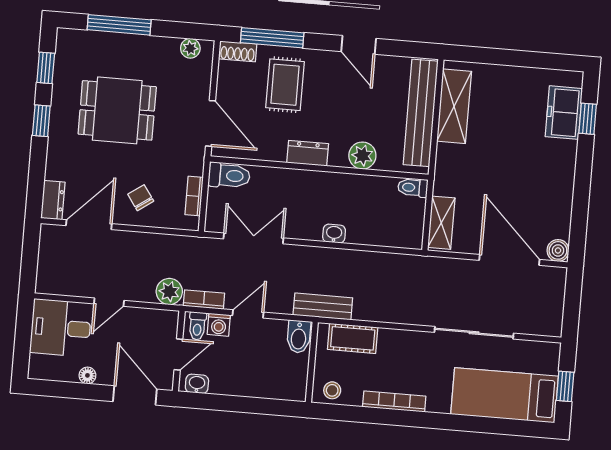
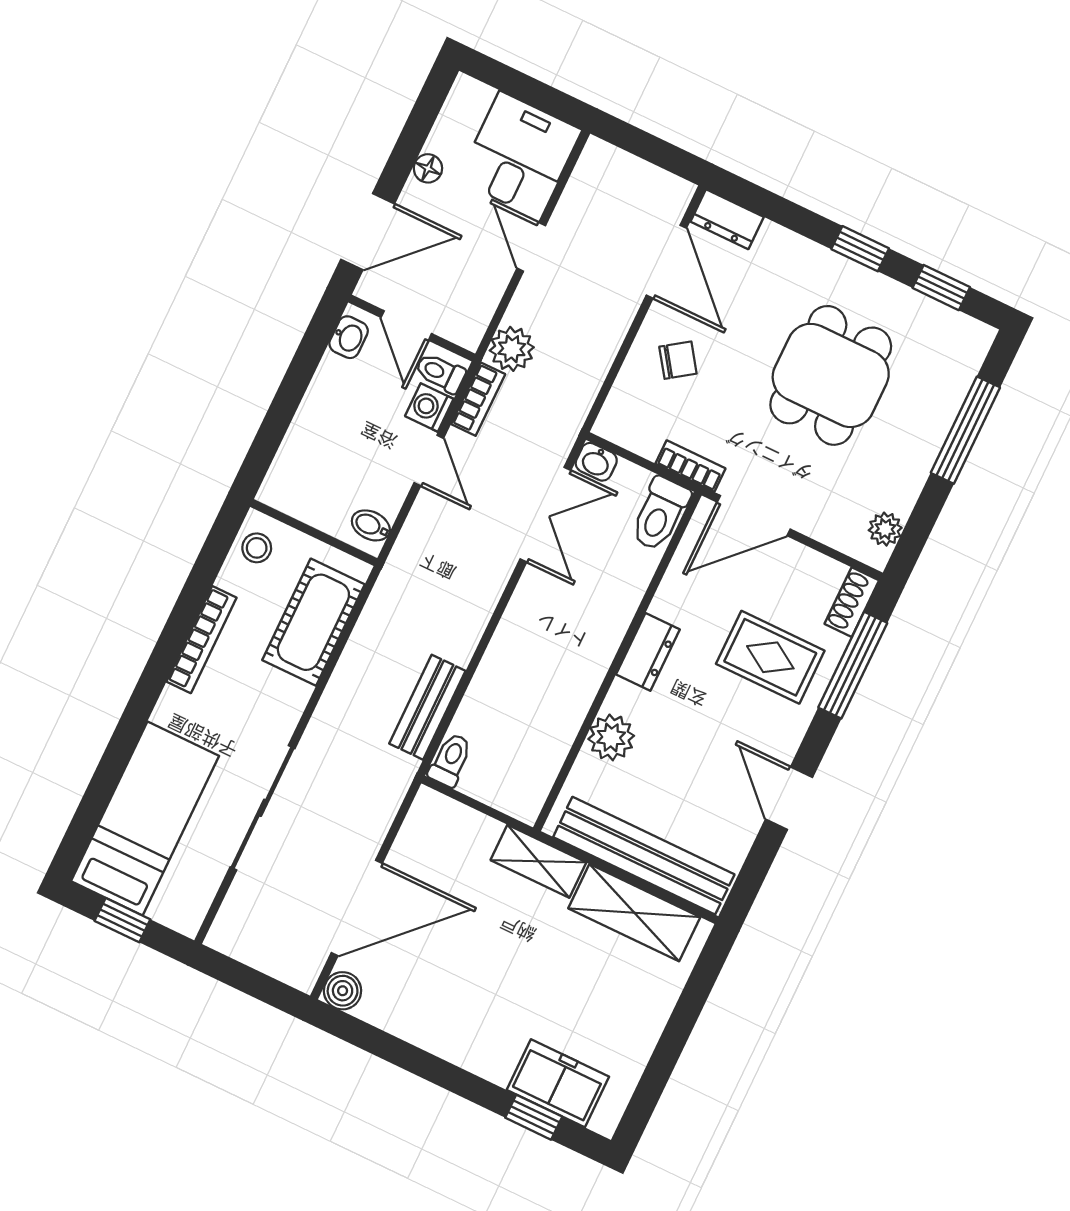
door: (359, 45) -> (789, 798), hinge flipped
toilet: (413, 188) -> (450, 760), moved
bookcase: (194, 196) -> (690, 466), moved
shelving: (441, 223) -> (538, 861), moved
washbasin: (334, 234) -> (596, 462), moved, turned 90
bench: (323, 306) -> (427, 707), moved
bidet: (299, 337) -> (371, 525), width x0.72, depth x0.74
cot: (353, 338) -> (313, 622), width x1.37, depth x1.34

